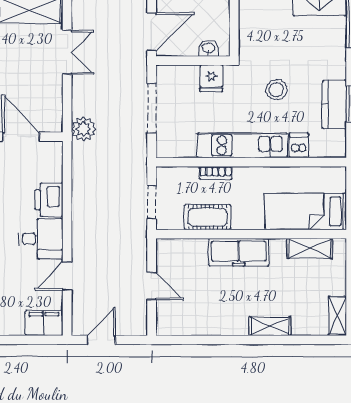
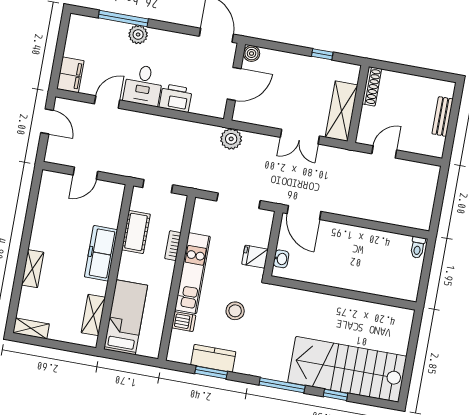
door: (67, 276) -> (107, 102), hinge flipped

